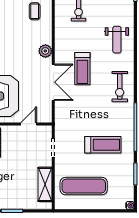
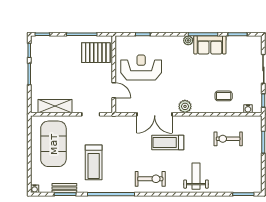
weight bench: (117, 40) -> (196, 176), turned 90
exercise bike: (120, 87) -> (150, 179), turned 180
bench: (129, 175) -> (64, 188), added
exercise mat: (84, 186) -> (53, 144), width x1.47

